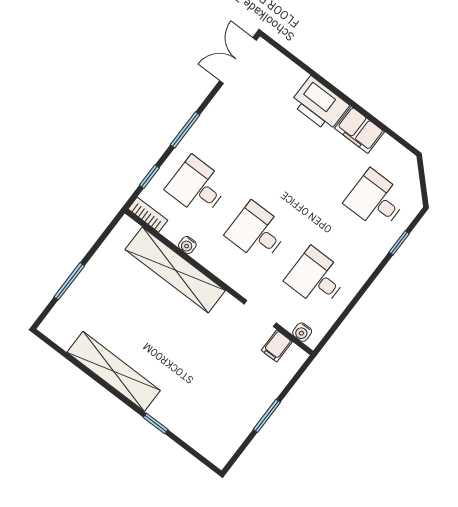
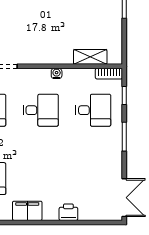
printer: (320, 104) -> (68, 212), width x0.53, depth x0.68
water cooler: (187, 245) -> (57, 73), moved
shelving: (175, 270) -> (90, 57), width x0.45, depth x0.75

